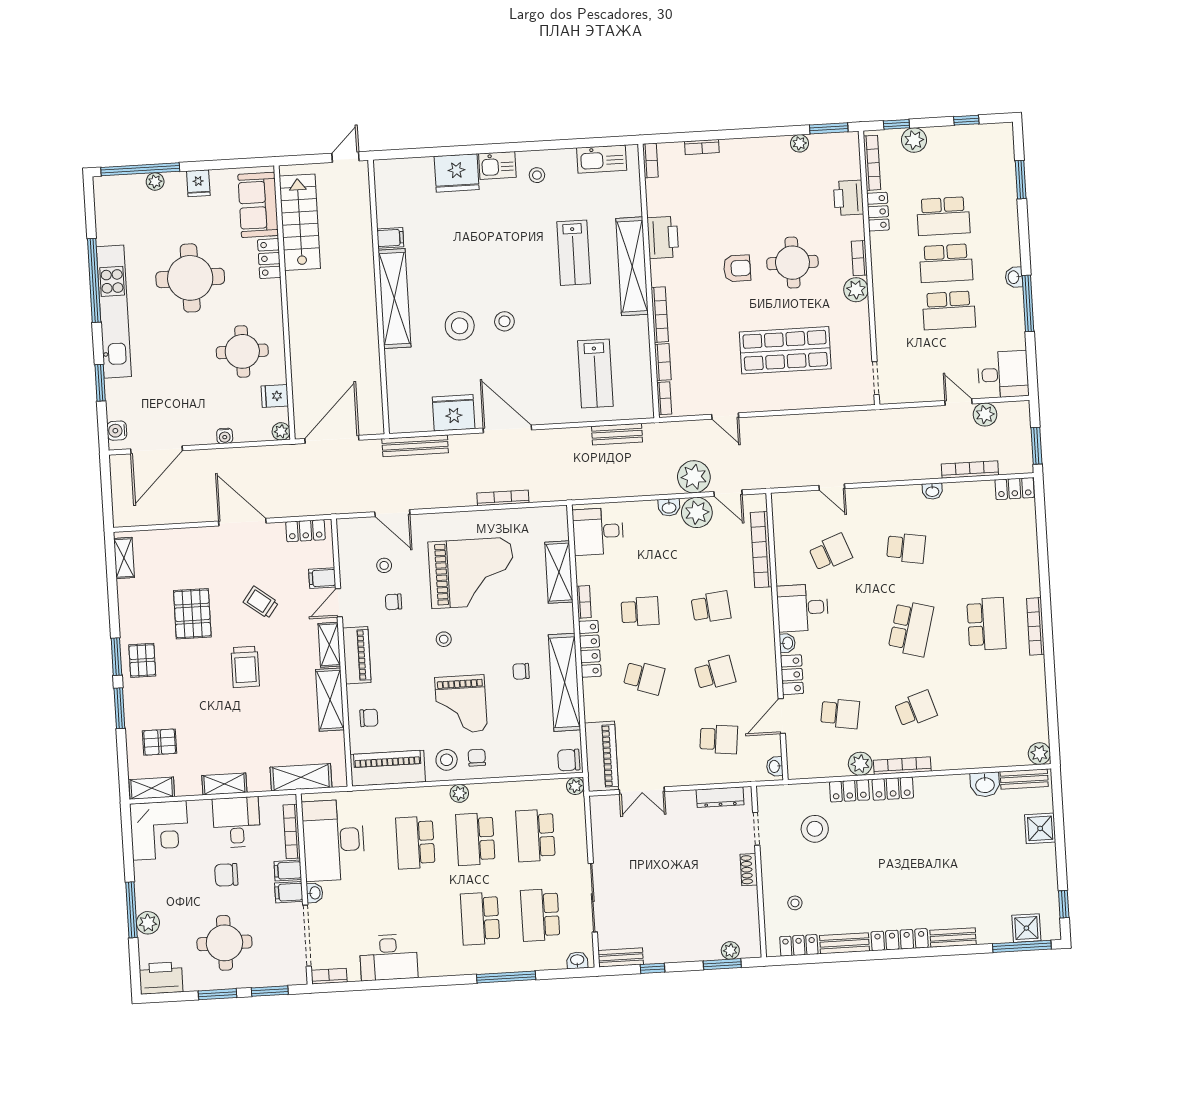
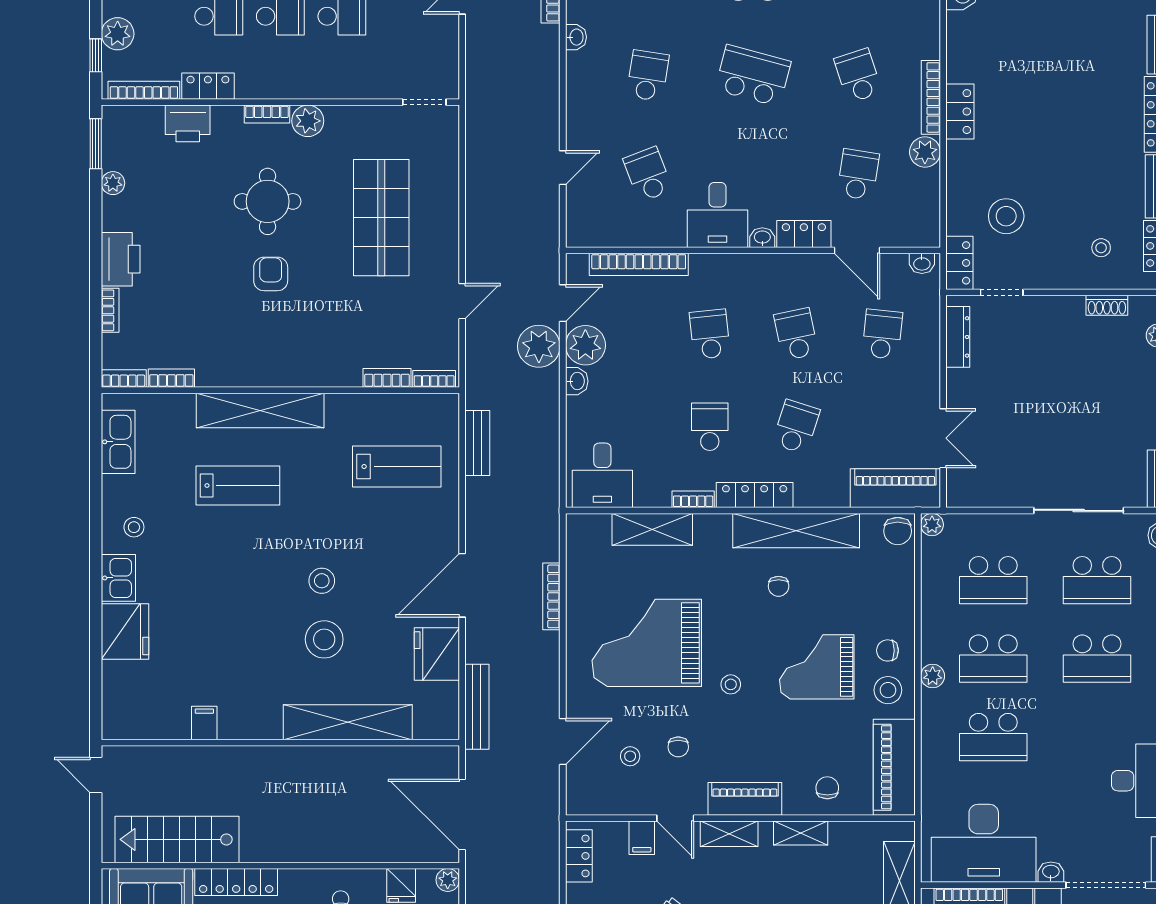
printer: (663, 237) -> (121, 259), moved, turned 90
locker: (269, 259) -> (236, 882), width x1.53
shelving: (394, 299) -> (348, 722), moved
bookcase: (660, 315) -> (171, 378), moved, width x0.64
grand piano: (472, 573) -> (647, 643), turned -90
shelving: (330, 700) -> (801, 833), width x0.67, depth x0.75
grand piano: (461, 704) -> (817, 667), turned 180
locker: (849, 791) -> (959, 263), moved
shoe rack: (749, 870) -> (1107, 305), moved

